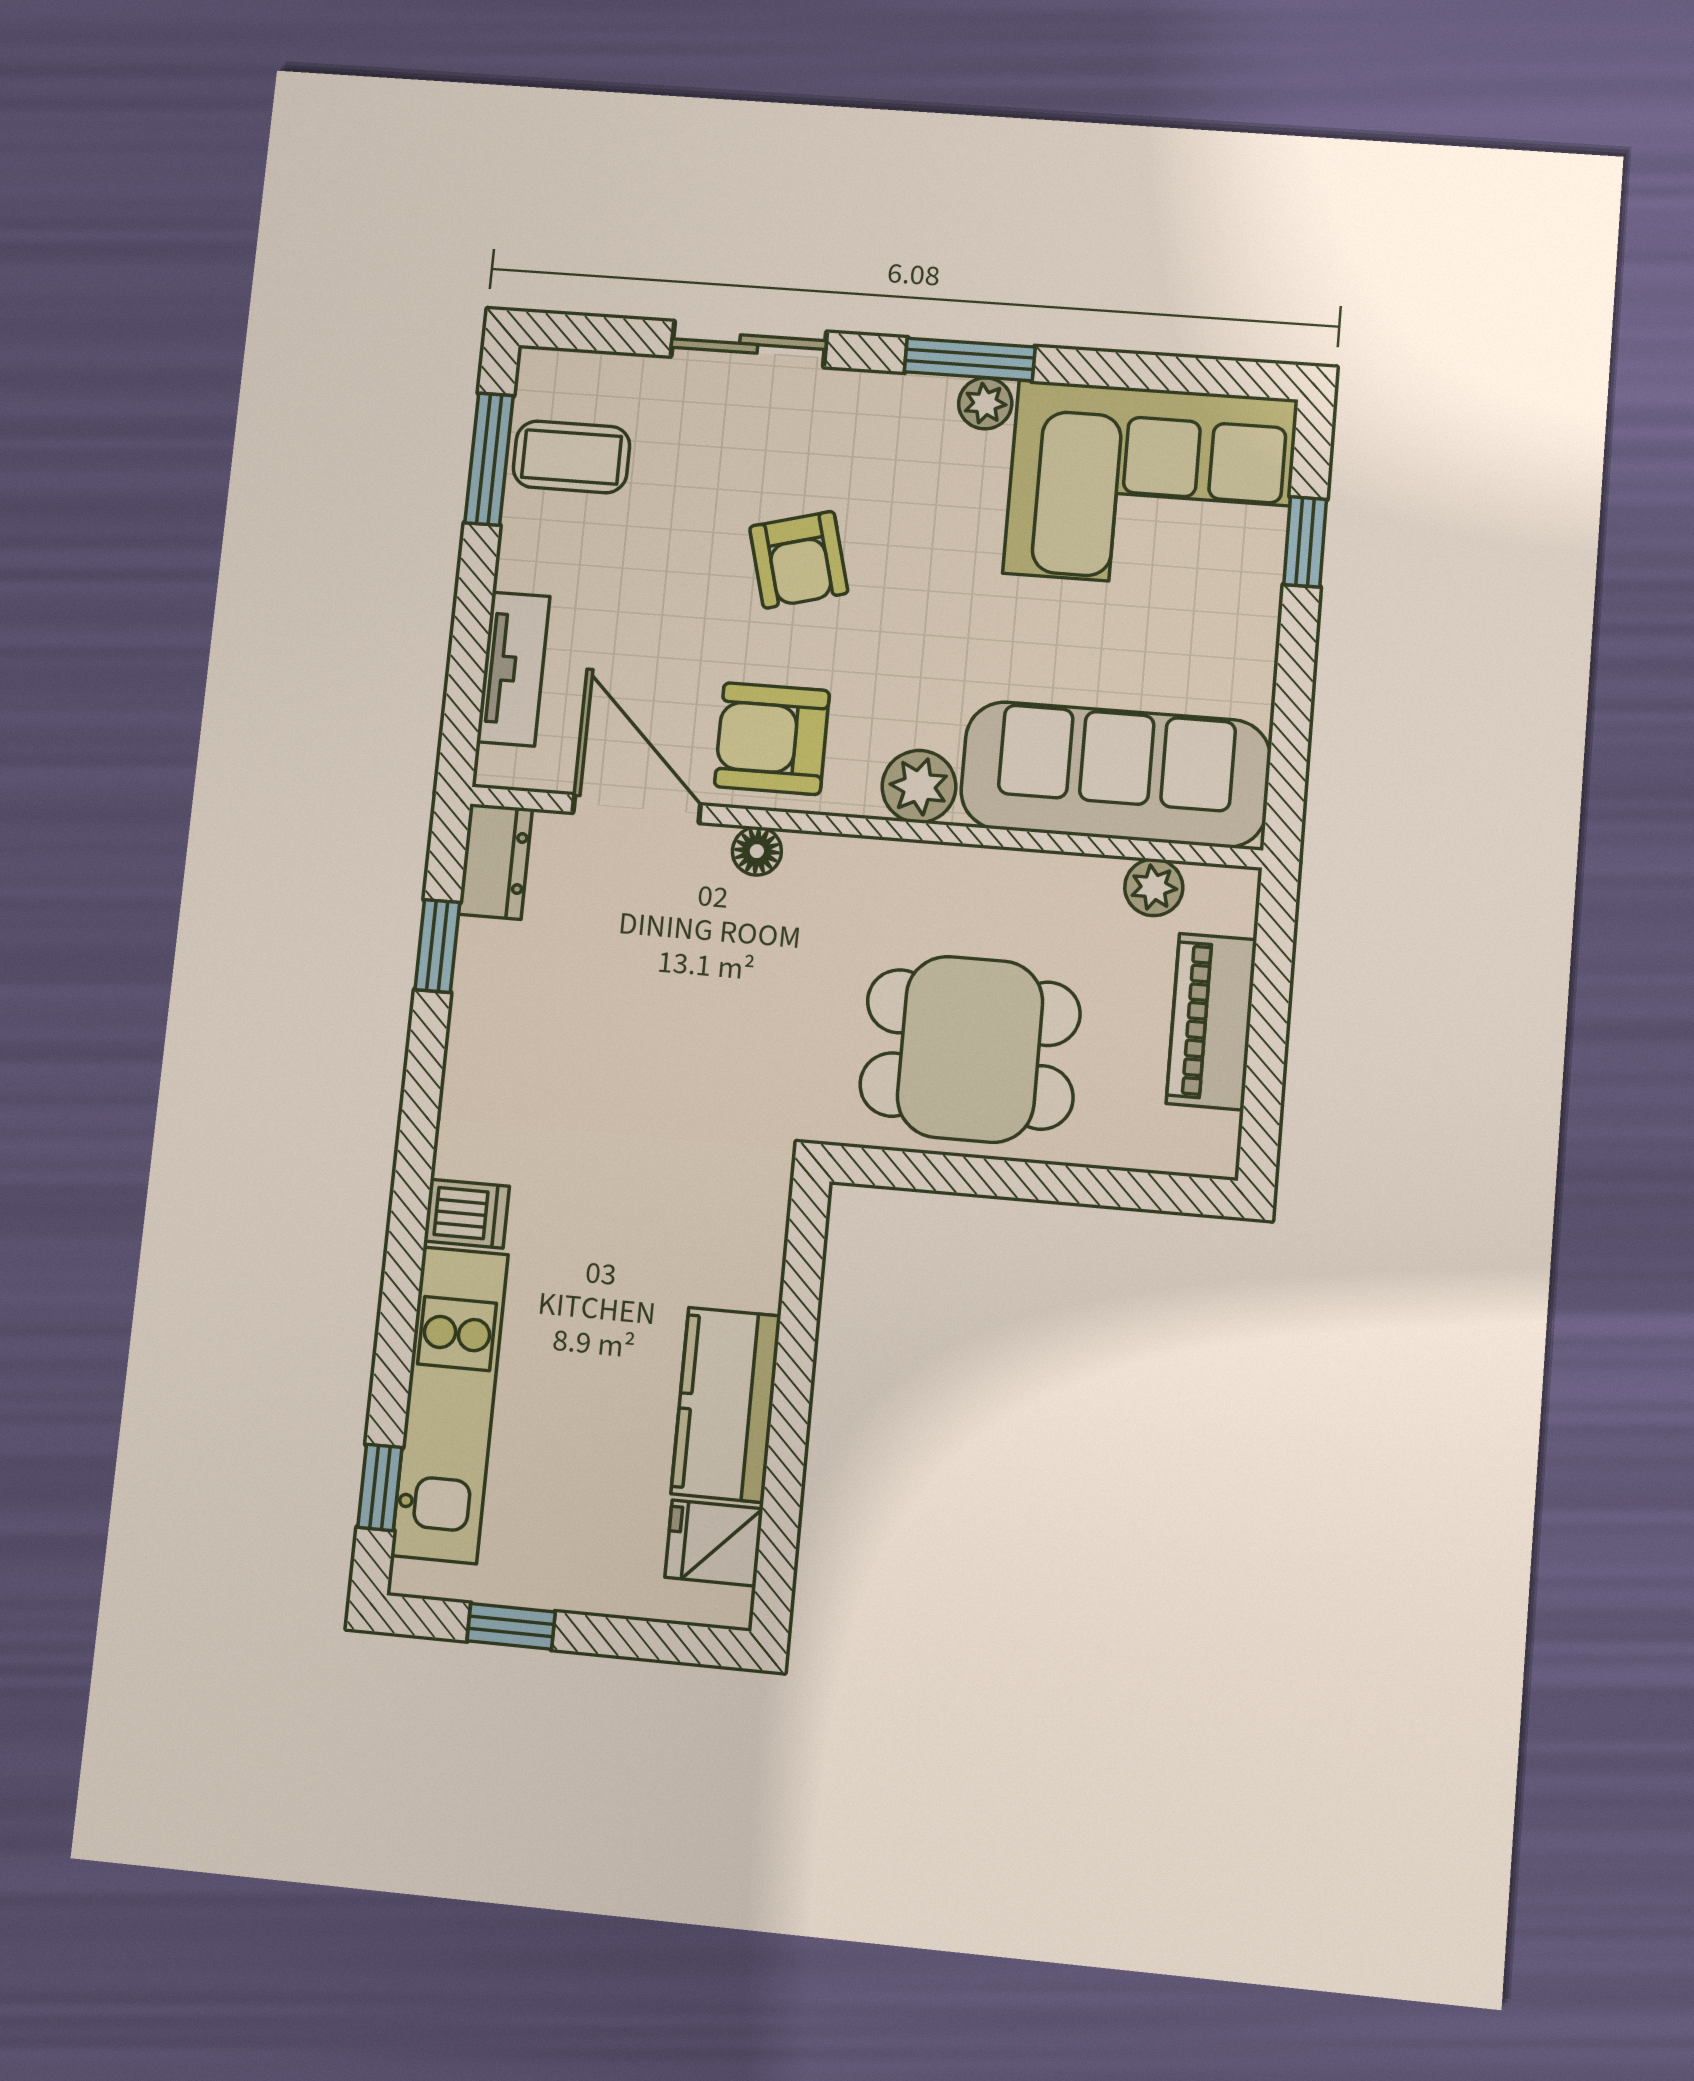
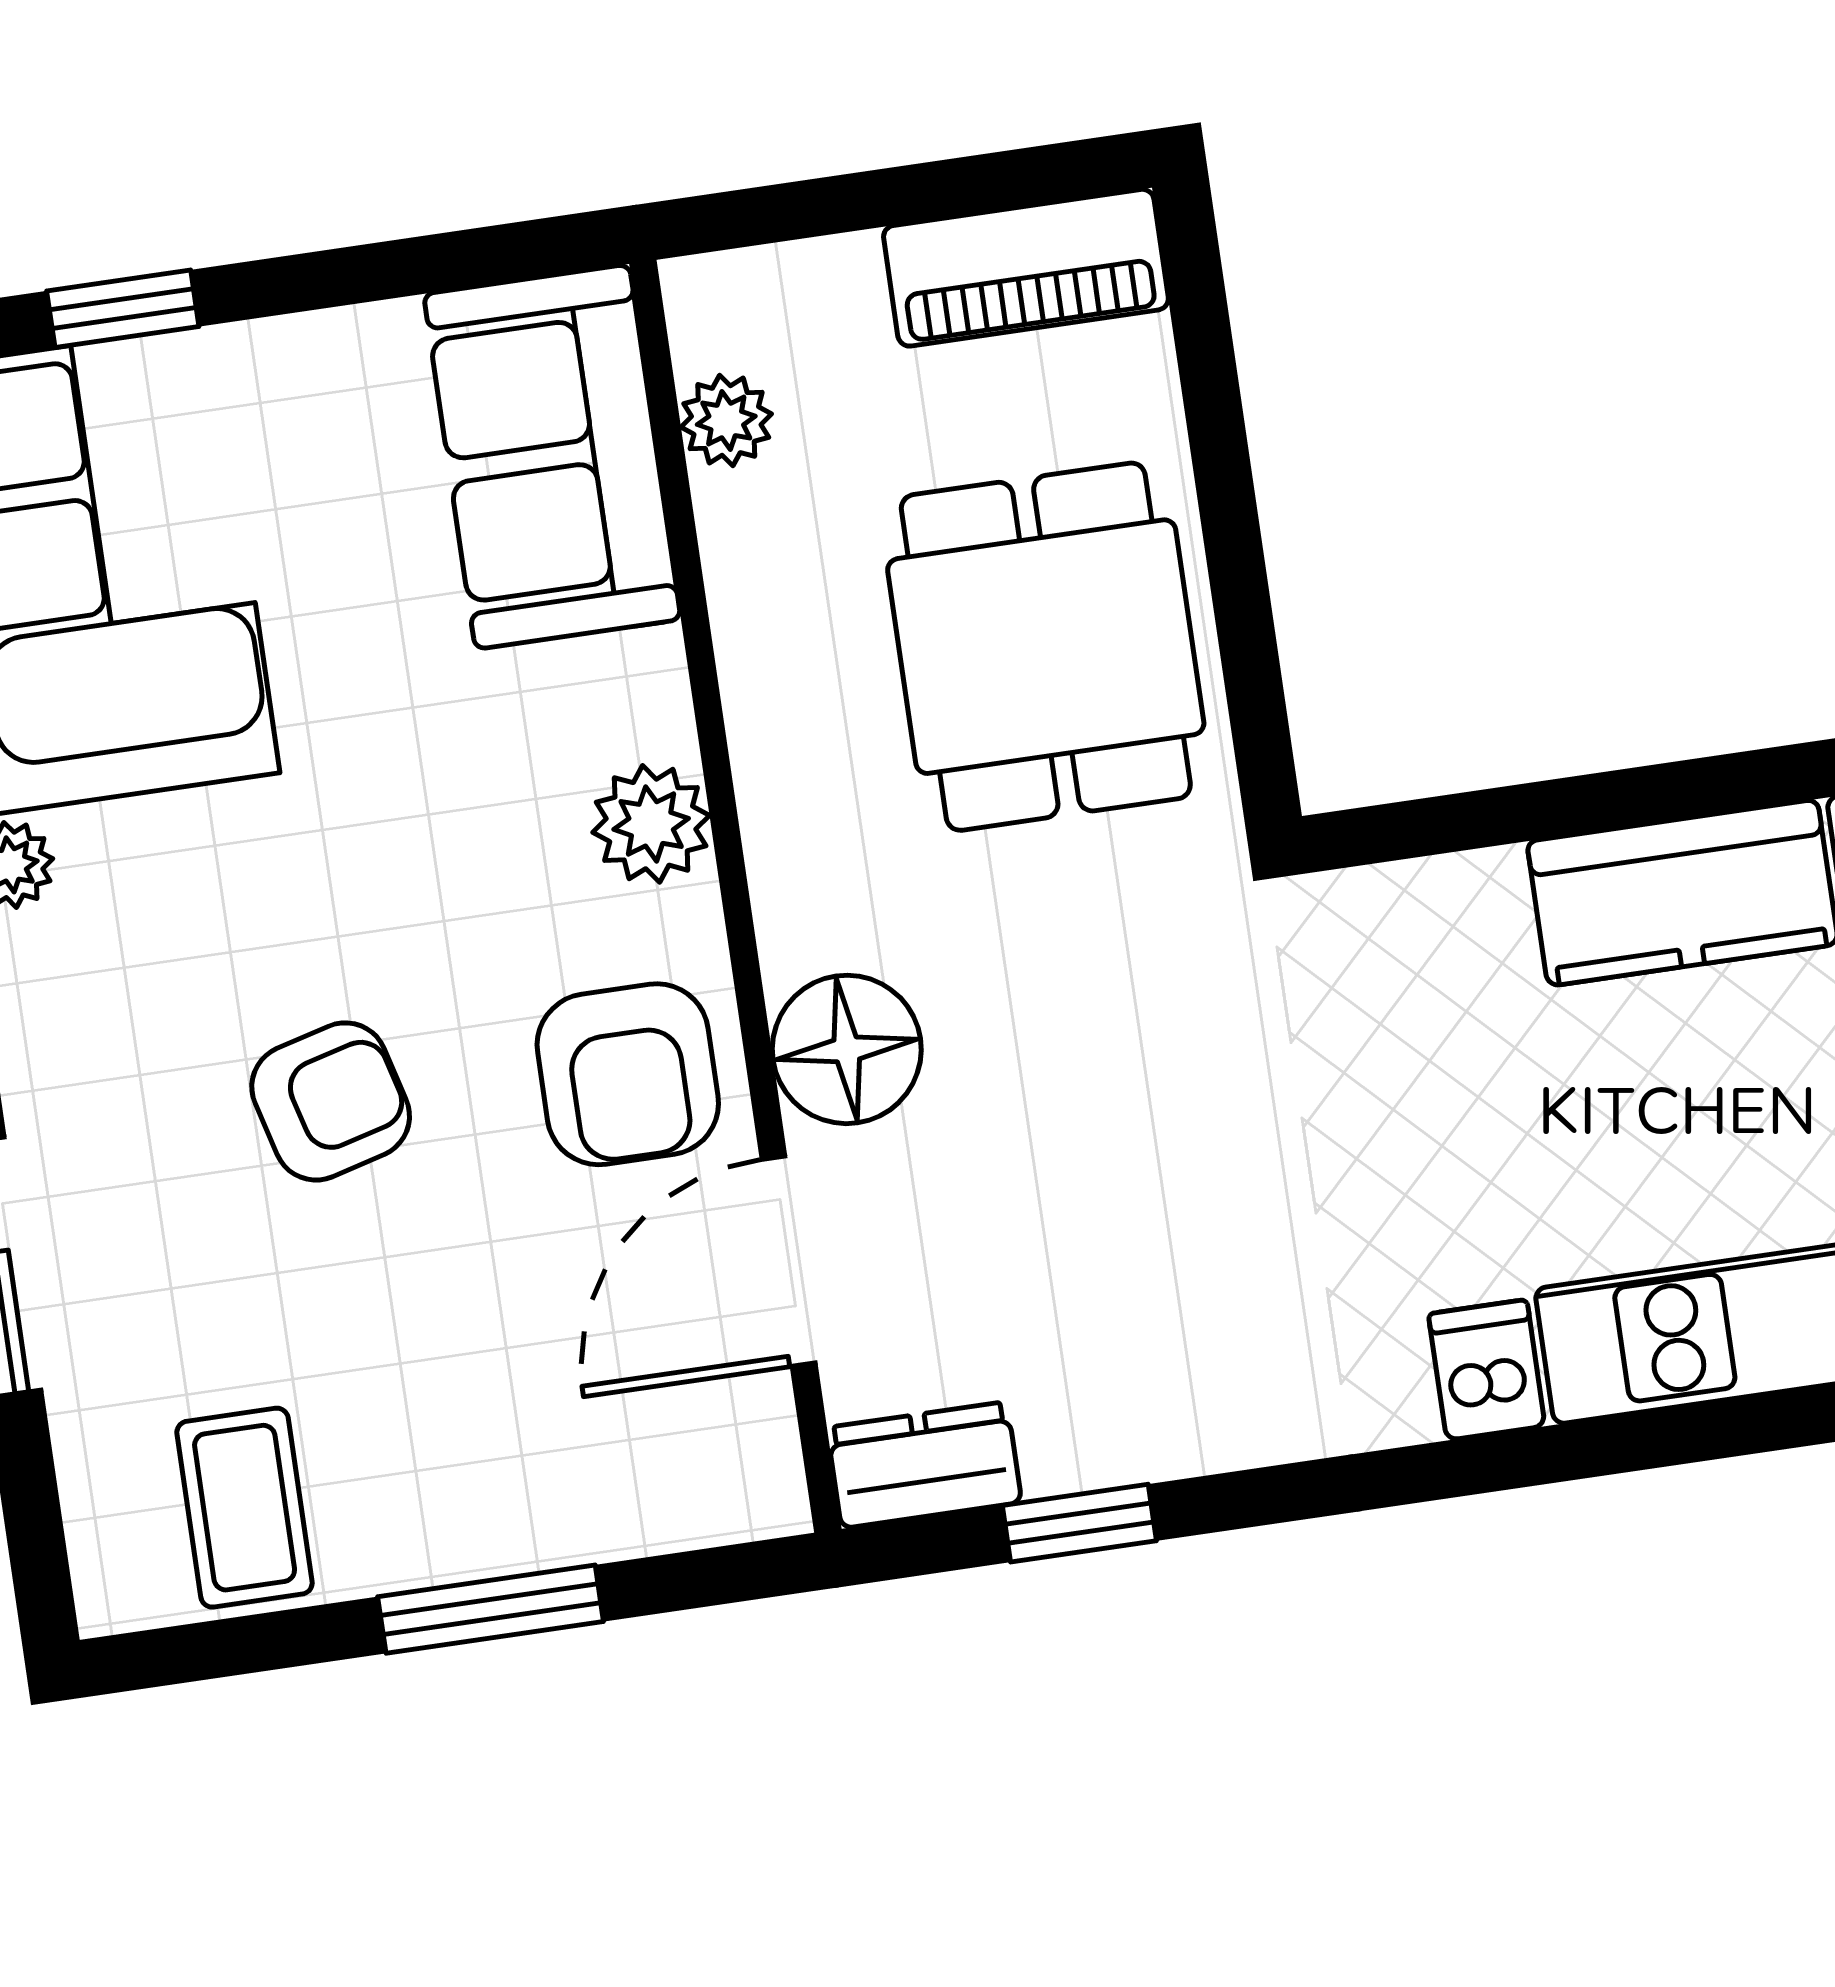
window: (489, 459) -> (491, 1609), moved
tv unit: (513, 669) -> (610, 1514), removed
sofa: (1115, 774) -> (552, 457), width x0.73
floor lamp: (757, 851) -> (847, 1049), width x1.89, depth x1.89
piano: (1211, 1021) -> (1026, 268), moved

